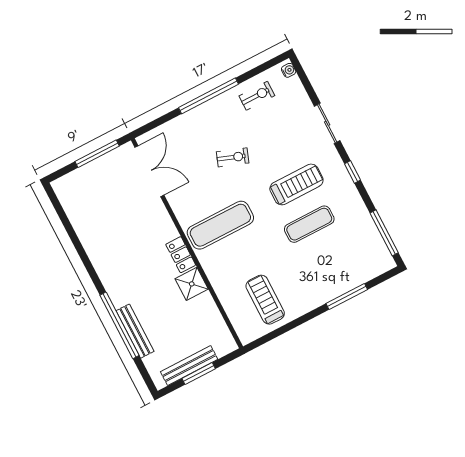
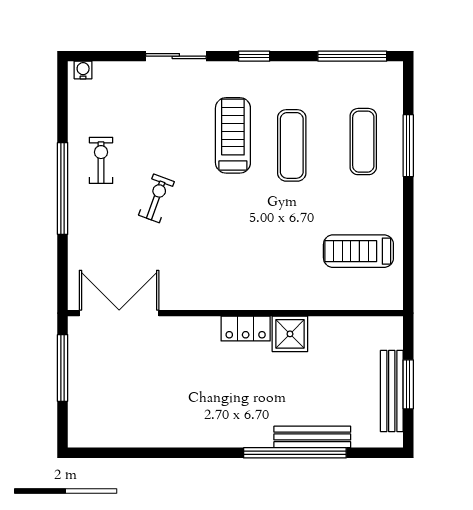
exercise bike: (257, 96) -> (101, 160), moved
exercise mat: (220, 225) -> (363, 142), moved, width x0.73, depth x0.69

